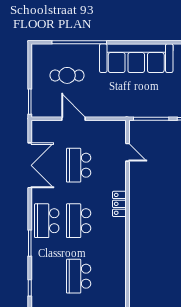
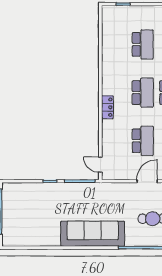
door: (73, 119) -> (147, 181), swing flipped
door: (127, 152) -> (100, 165), moved

